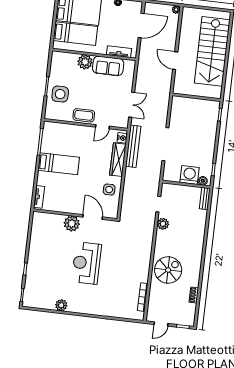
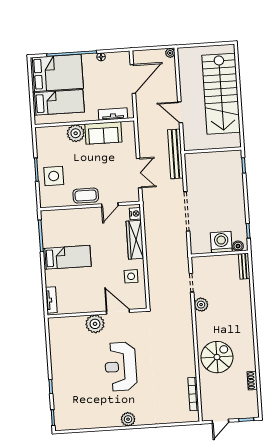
bench: (133, 146) -> (175, 154), moved
plant: (61, 305) -> (128, 419), moved

